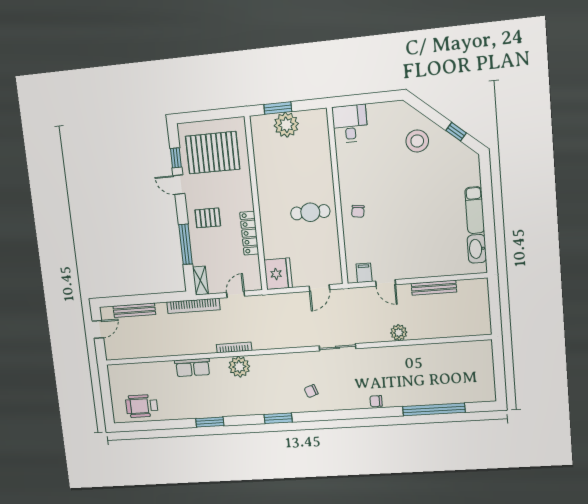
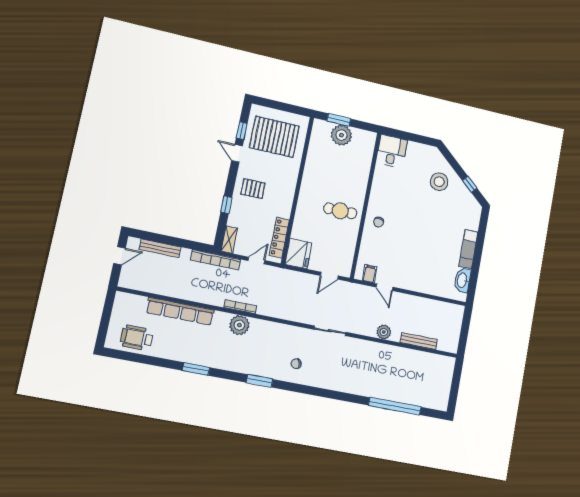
locker: (249, 233) -> (279, 238), moved
window: (186, 244) -> (226, 205), width x0.46
bench: (434, 288) -> (419, 341), moved
row of seats: (193, 367) -> (180, 311), width x2.02
chair: (376, 401) -> (349, 387), removed

